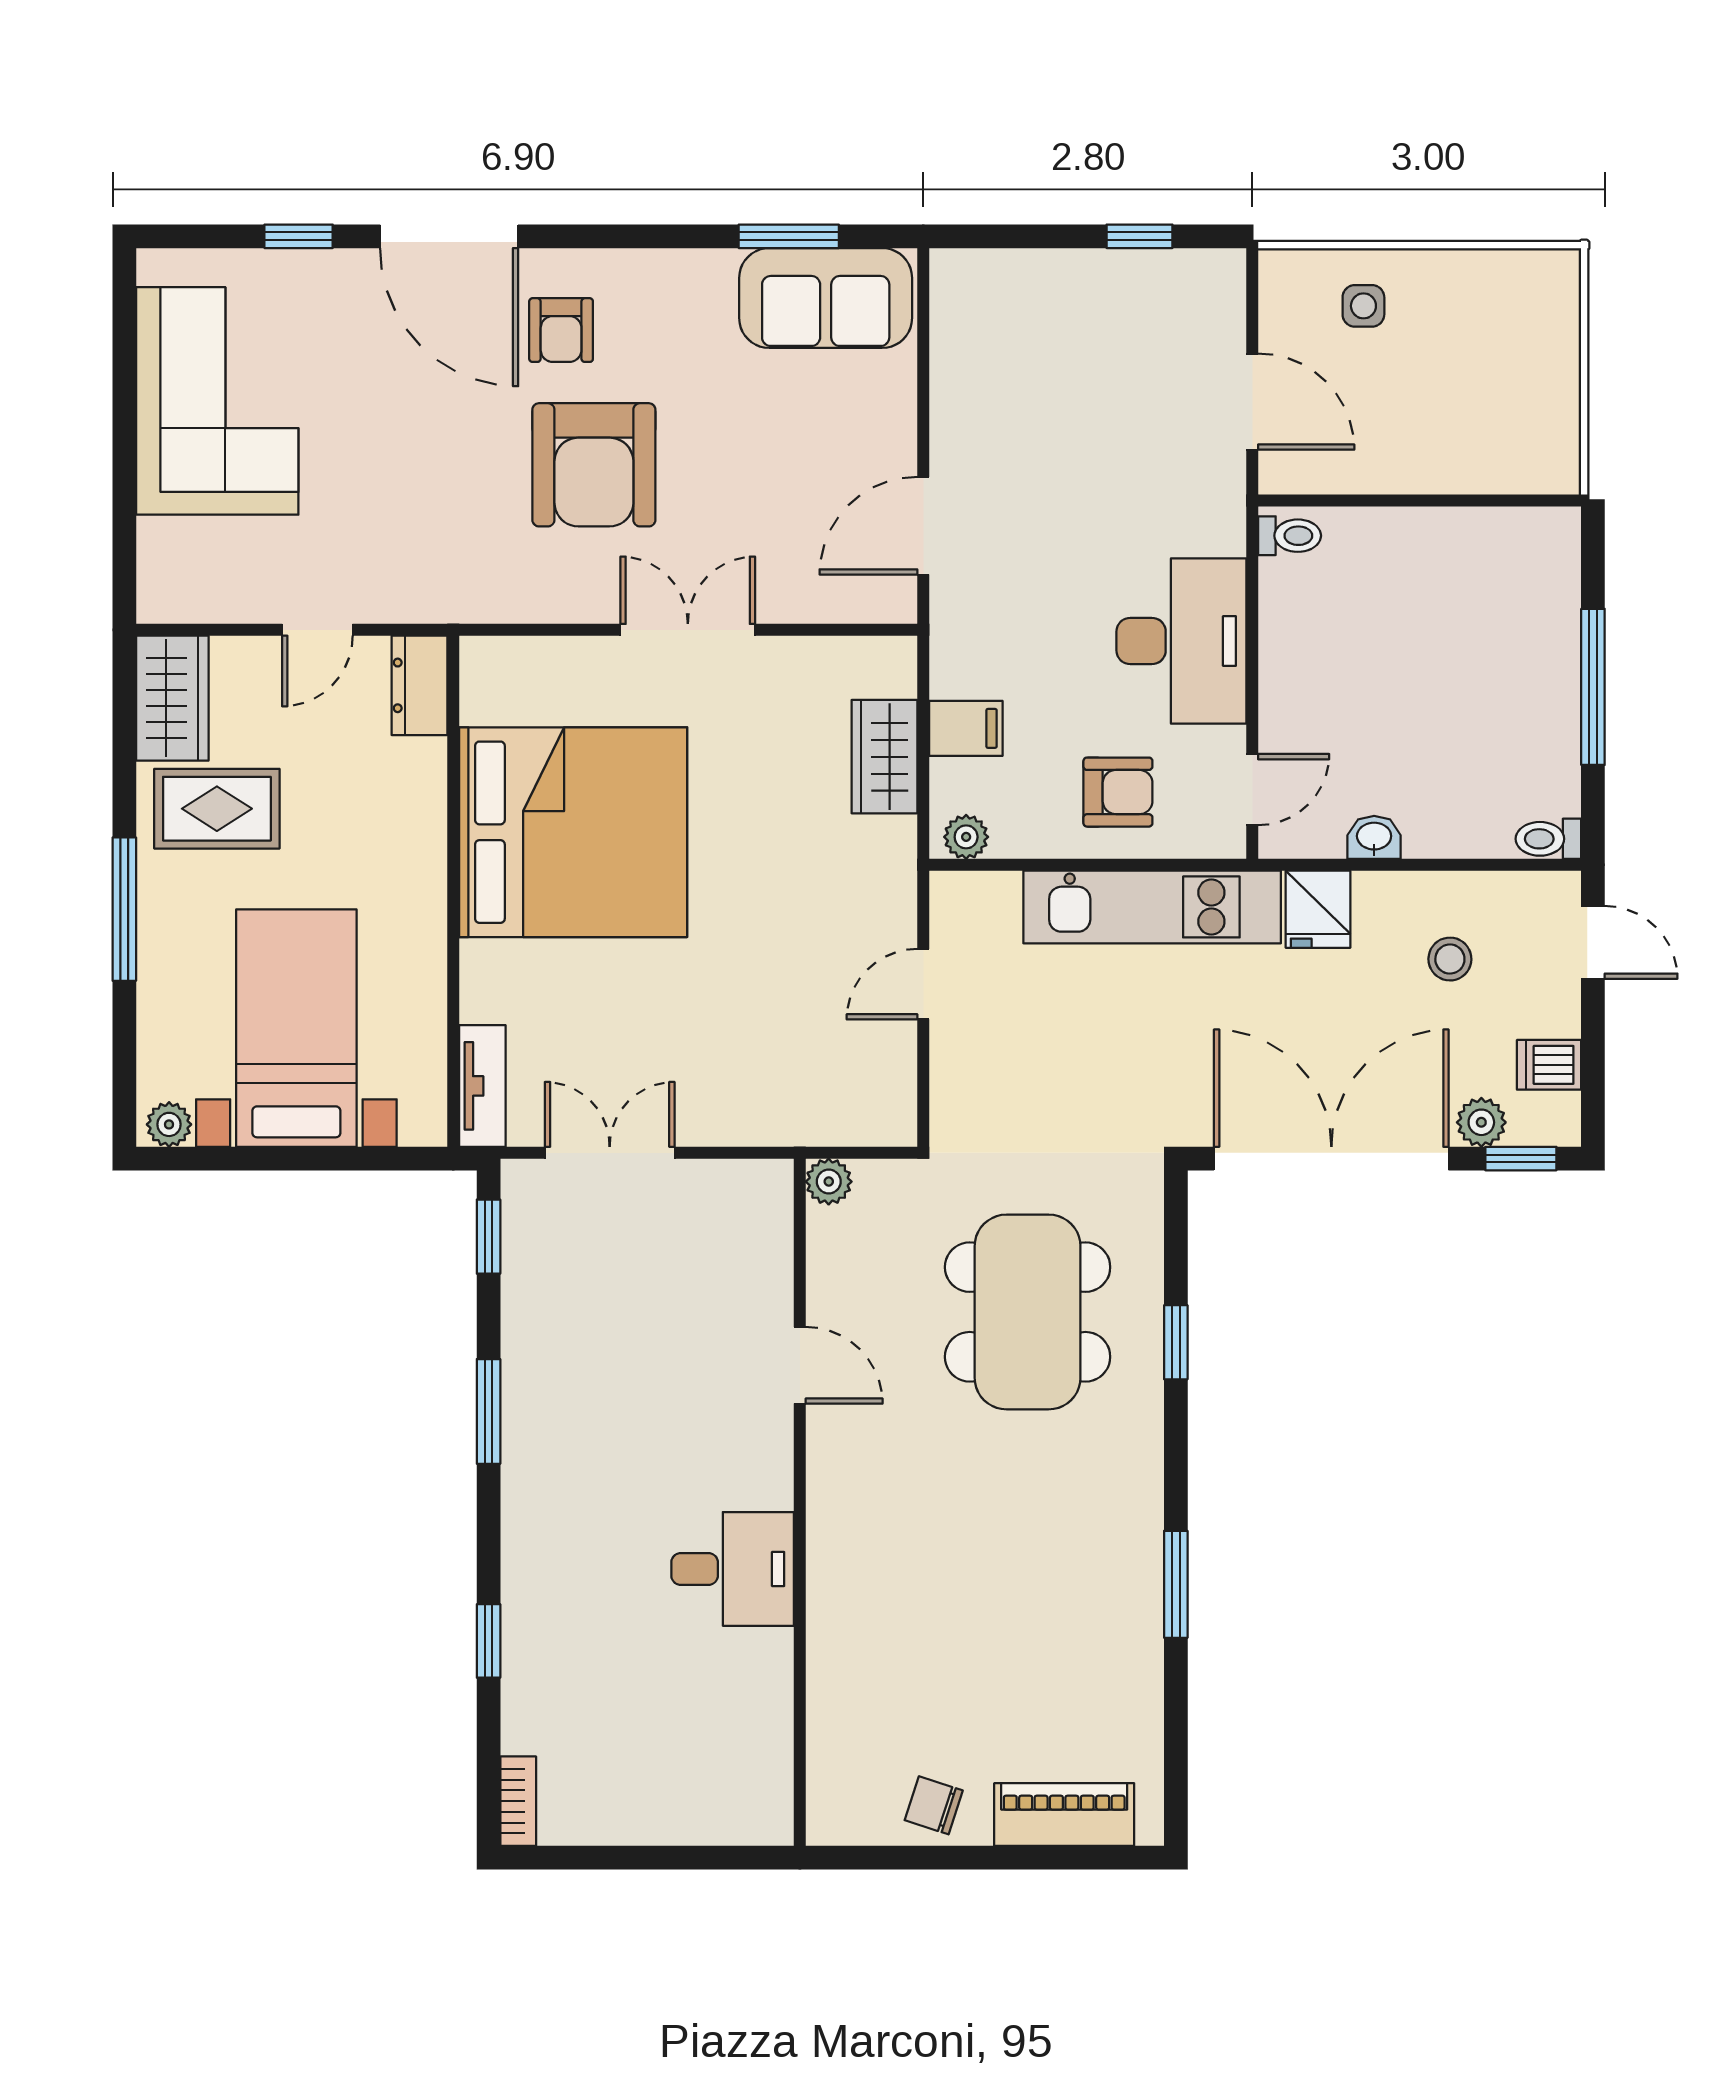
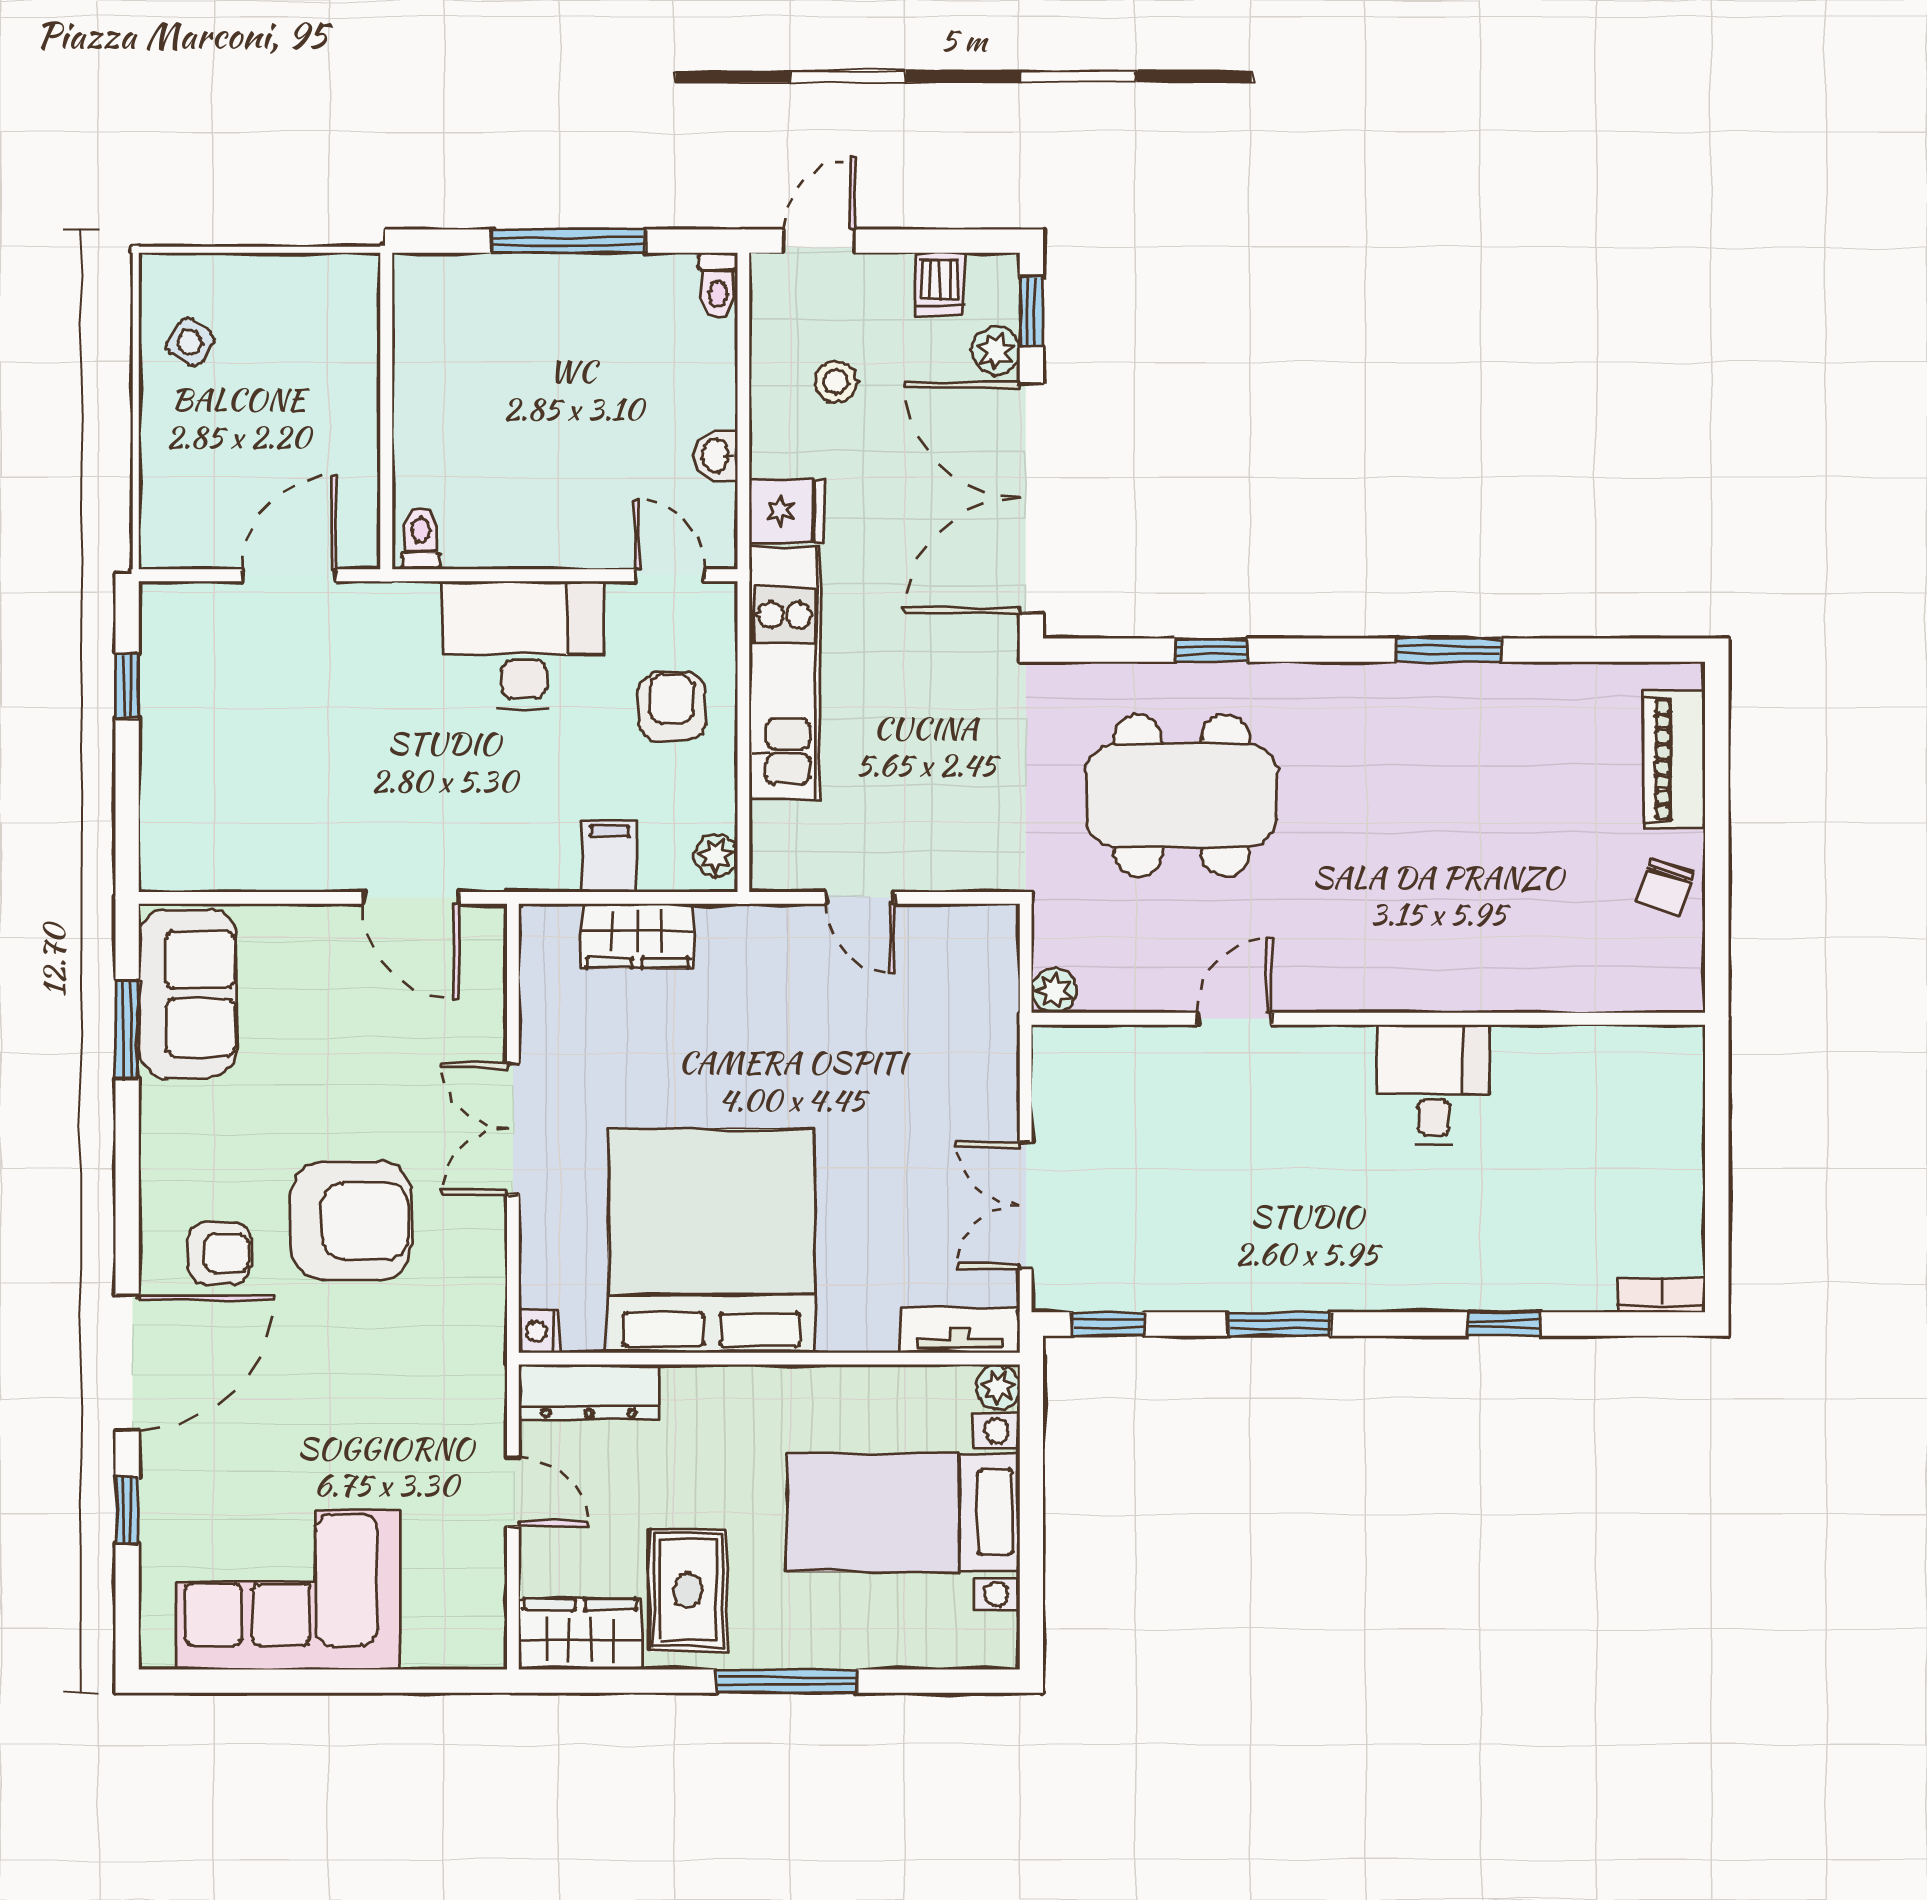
side table: (1363, 306) -> (190, 342), moved, turned 32
nightstand: (481, 657) -> (539, 1331), added
dresser: (419, 685) -> (589, 1392), width x1.44
plant: (169, 1124) -> (998, 1388), moved

